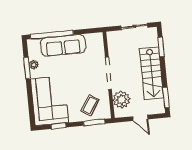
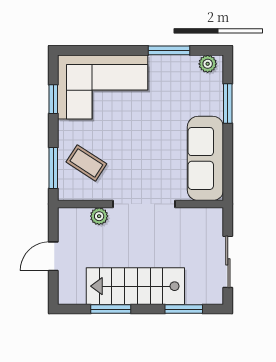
window: (52, 35) -> (228, 103), width x0.47
sofa: (63, 45) -> (205, 158), moved
plant: (34, 65) -> (208, 64), moved
window: (166, 97) -> (111, 309), moved
plant: (121, 100) -> (99, 216), width x0.53, depth x0.53

